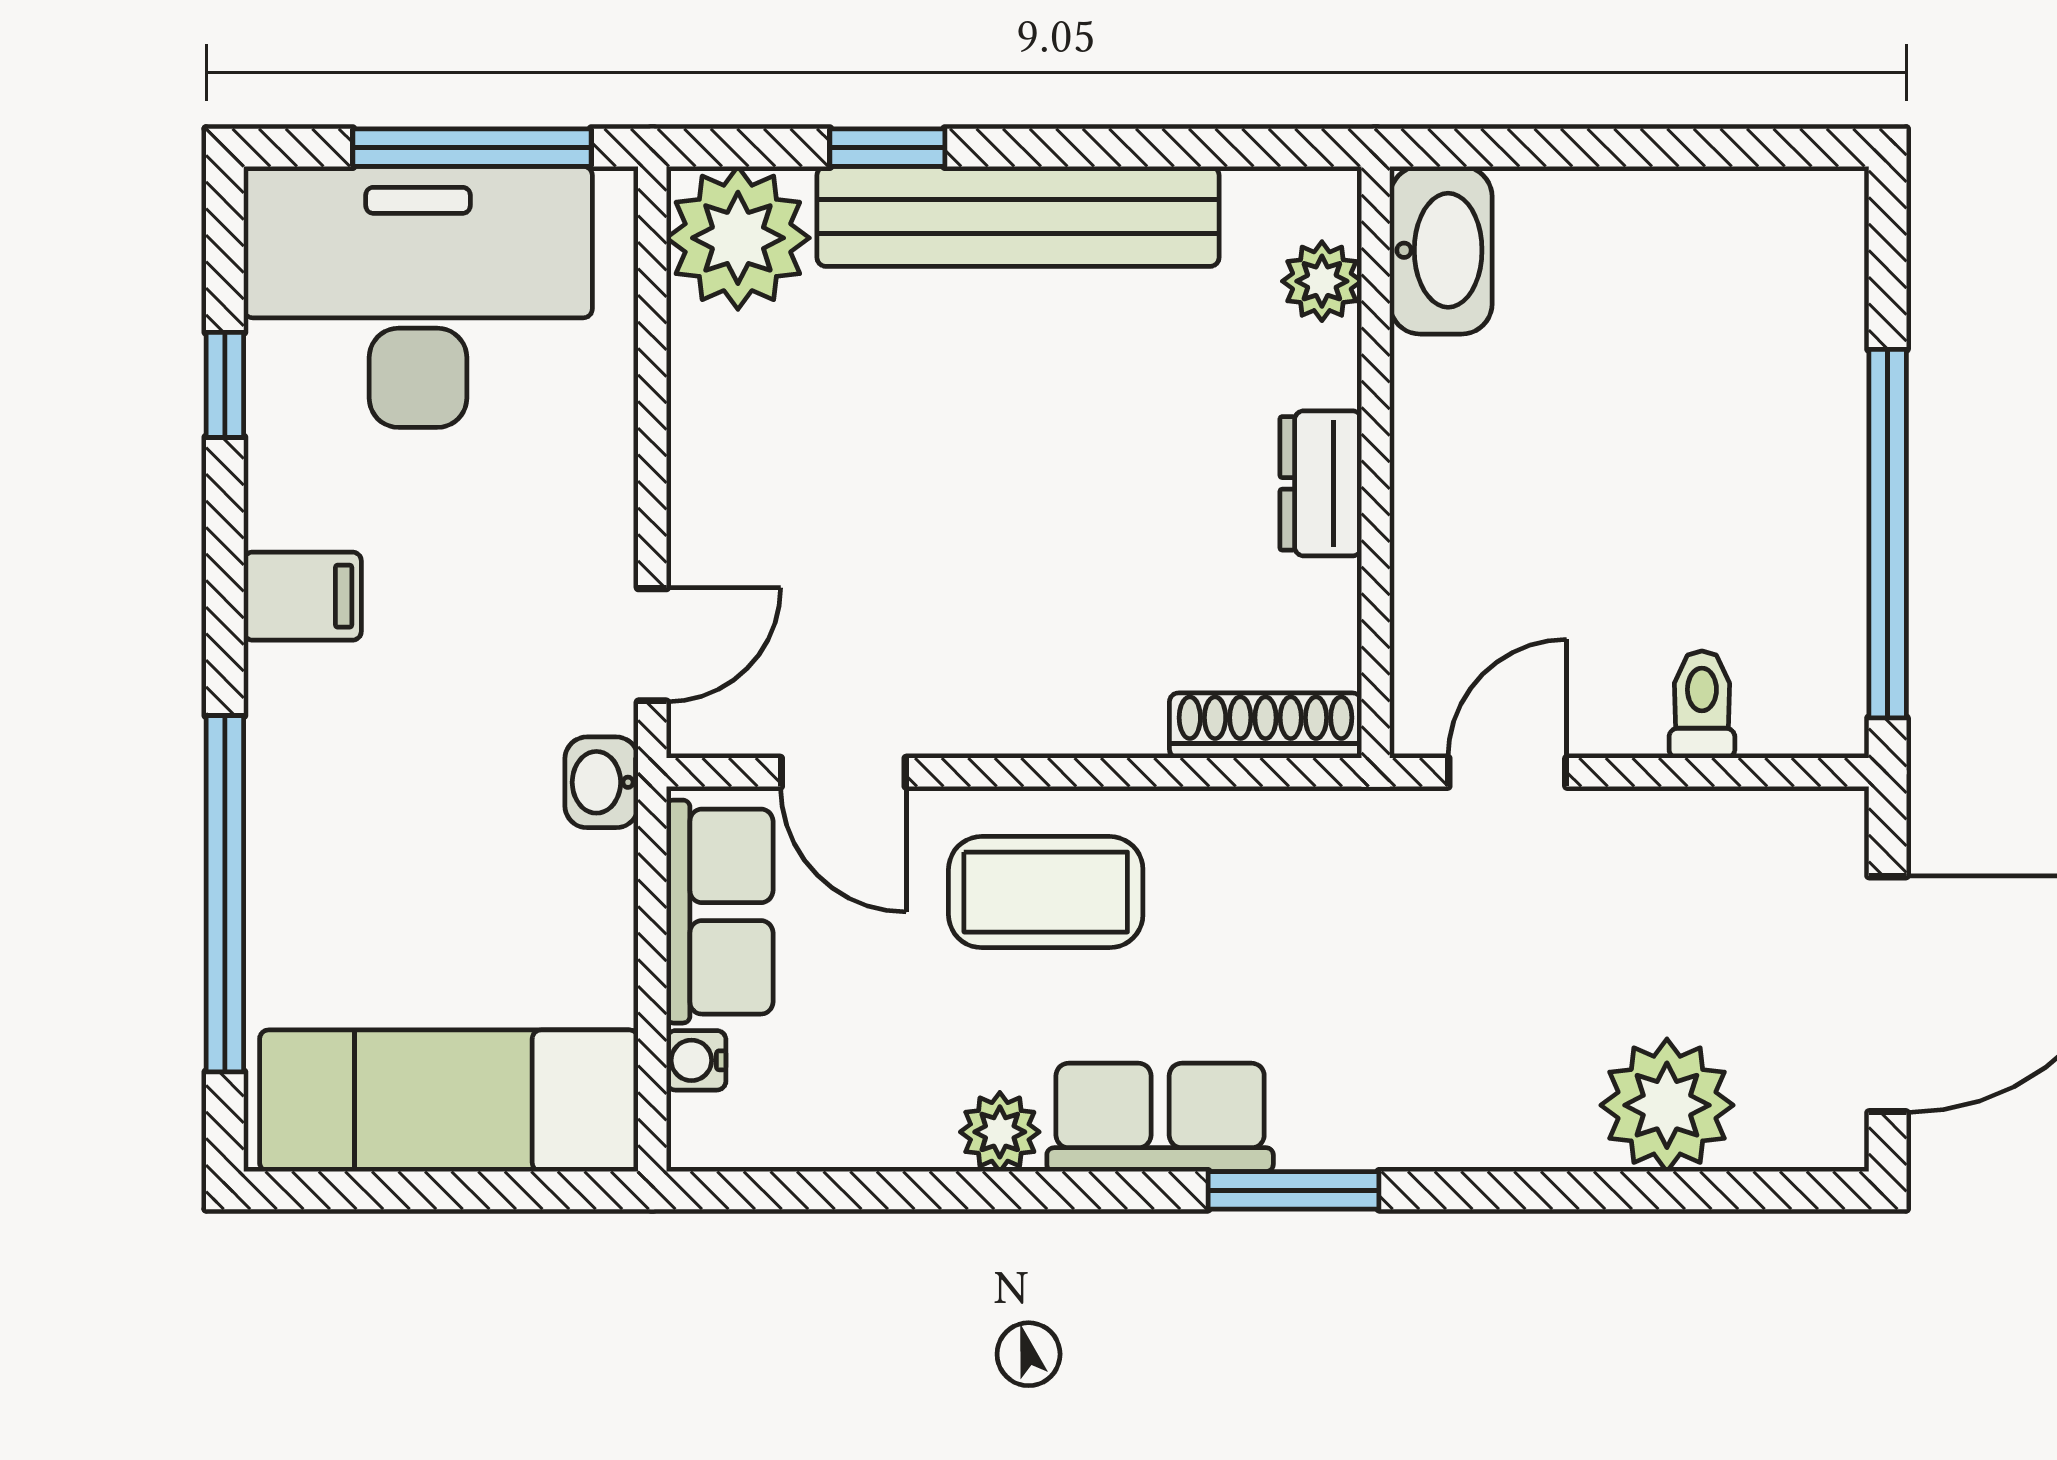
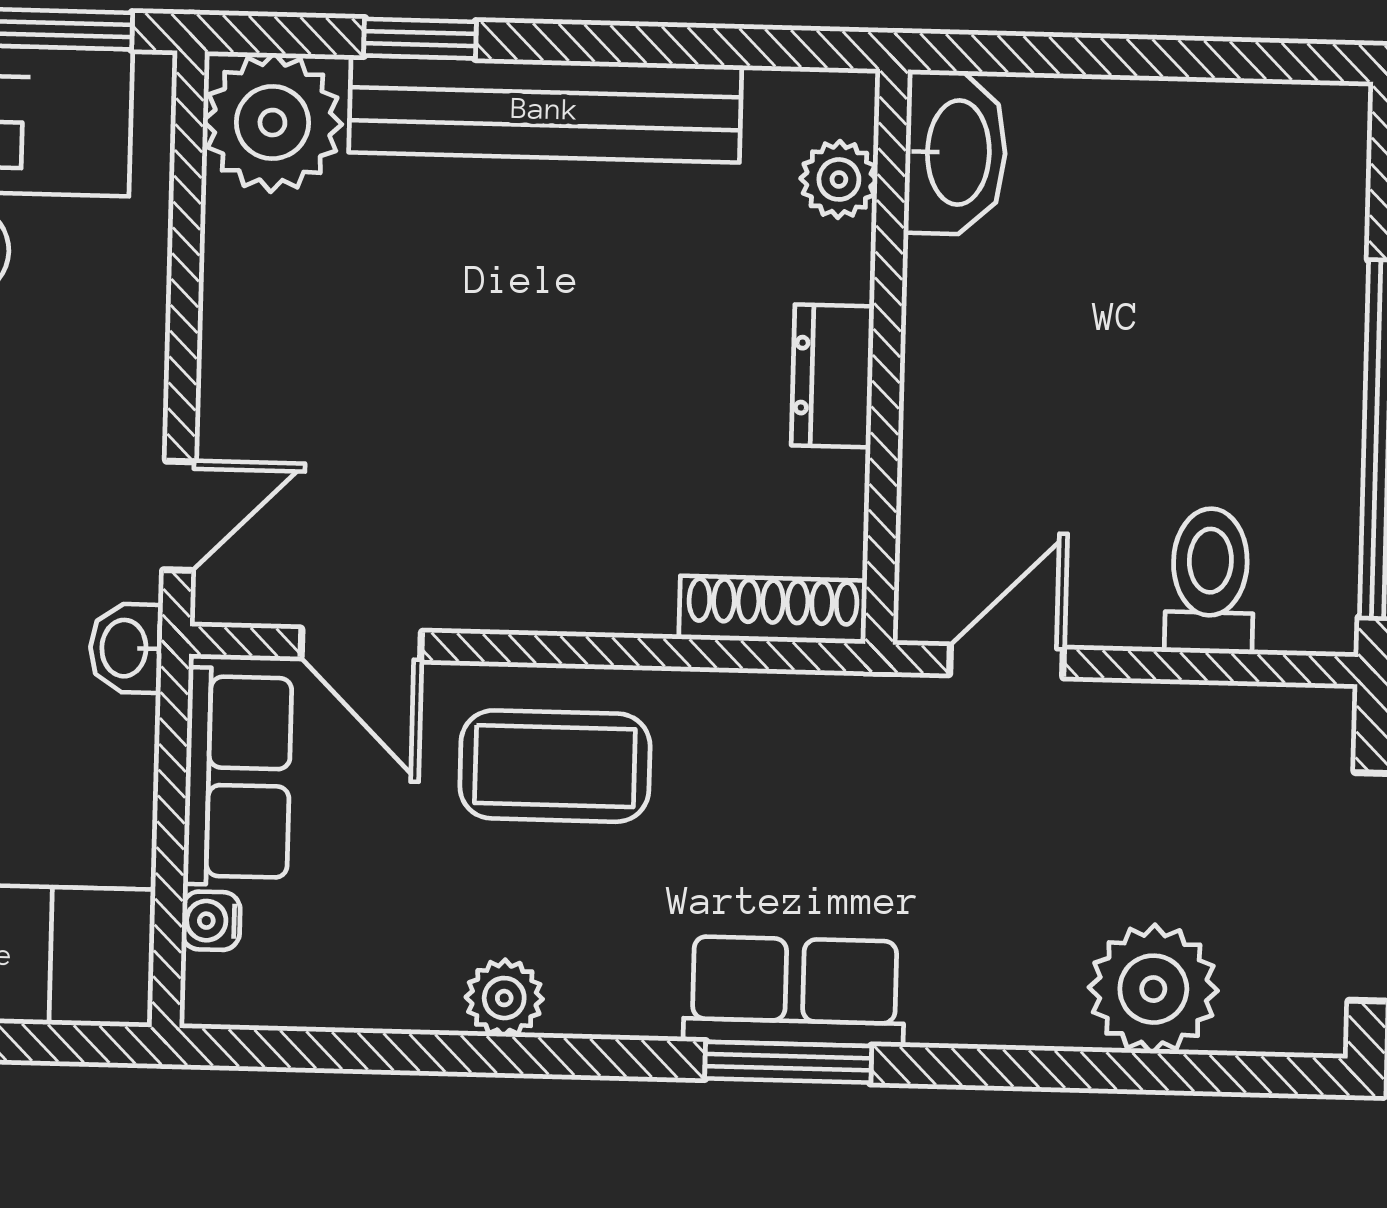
toilet: (1702, 705) -> (1210, 581), width x1.37, depth x1.39
row of seats: (1160, 1117) -> (794, 991), moved

